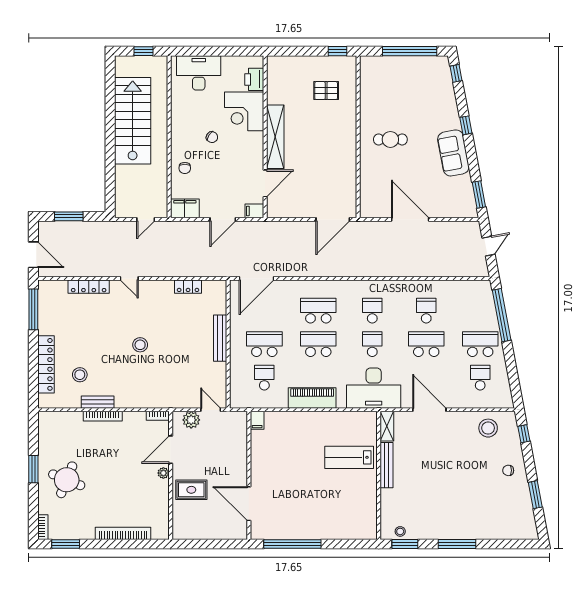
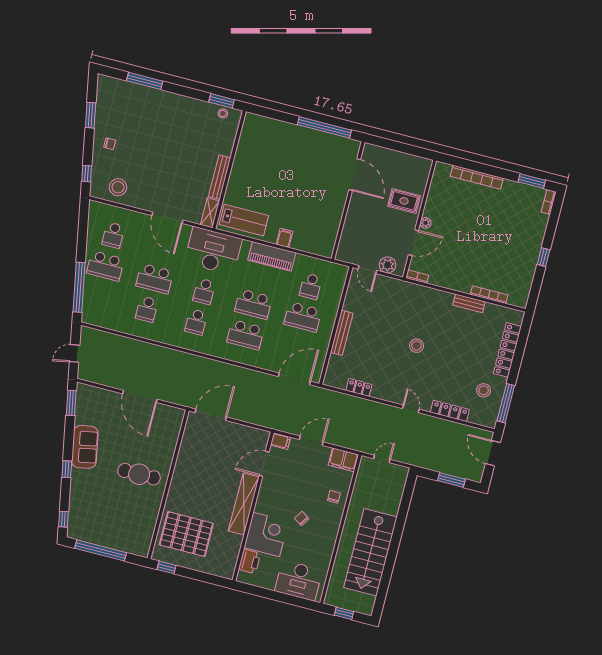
pallet: (326, 91) -> (186, 534), width x2.05, depth x2.00
cafe table: (390, 139) -> (139, 474), width x1.37, depth x1.35
stool: (80, 375) -> (484, 390), moved
bookcase: (103, 416) -> (489, 295), moved
filing cabinet: (257, 420) -> (285, 238), moved
lab bench: (349, 457) -> (244, 220), moved
window: (33, 469) -> (544, 257), width x0.67
round table: (67, 480) -> (516, 240), removed
window: (457, 544) -> (145, 81), moved

